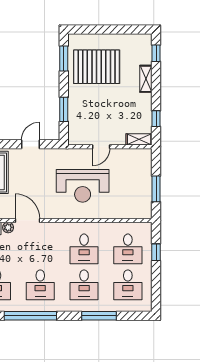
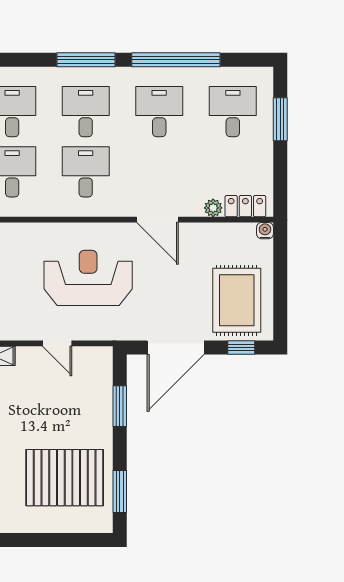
door: (31, 144) -> (176, 348), width x1.87
door: (101, 147) -> (57, 343), swing flipped
door: (27, 220) -> (158, 220), moved
window: (99, 316) -> (86, 60), moved

